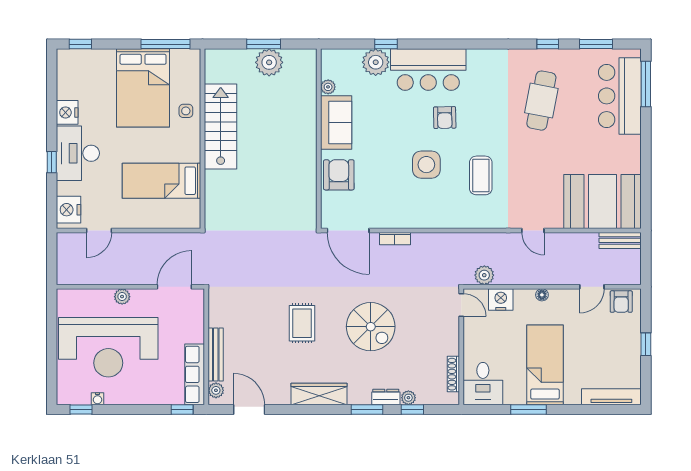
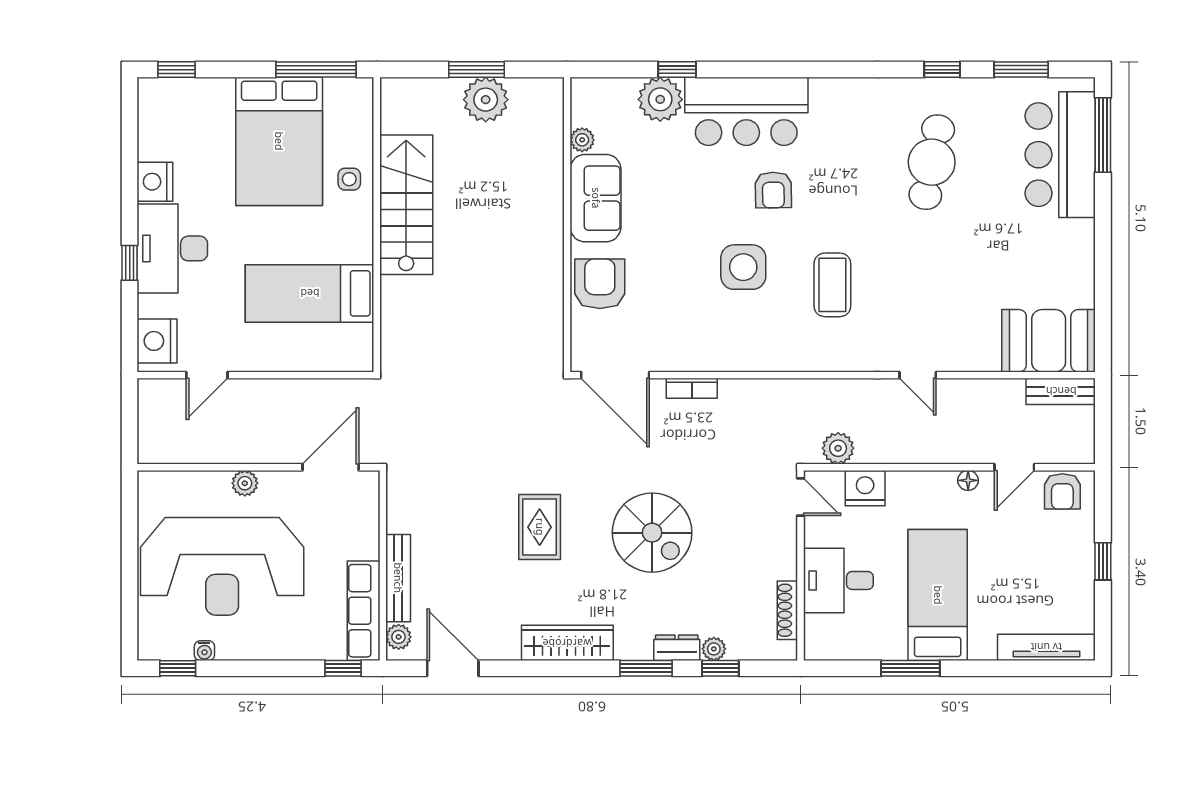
booth: (602, 202) -> (1049, 341), width x0.73, depth x0.70
floor lamp: (542, 295) -> (968, 480), moved
desk: (483, 384) -> (838, 580), moved, turned 90

